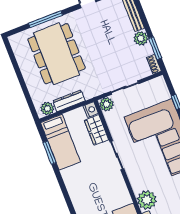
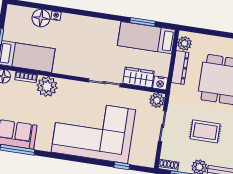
rug: (109, 51) -> (205, 131), added

